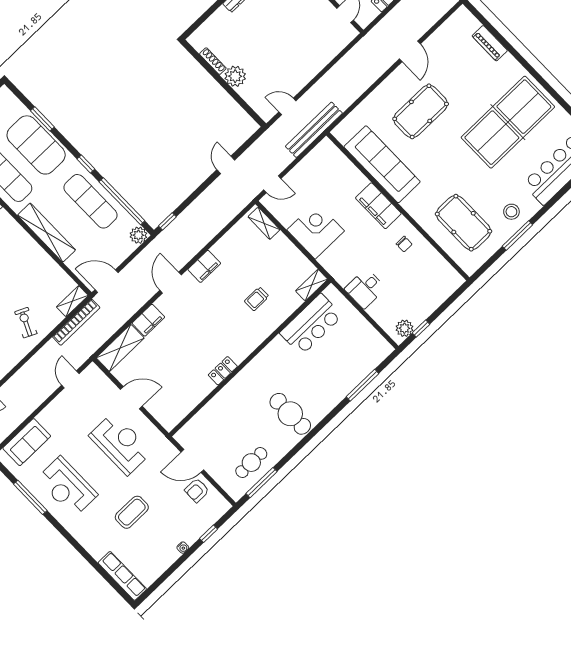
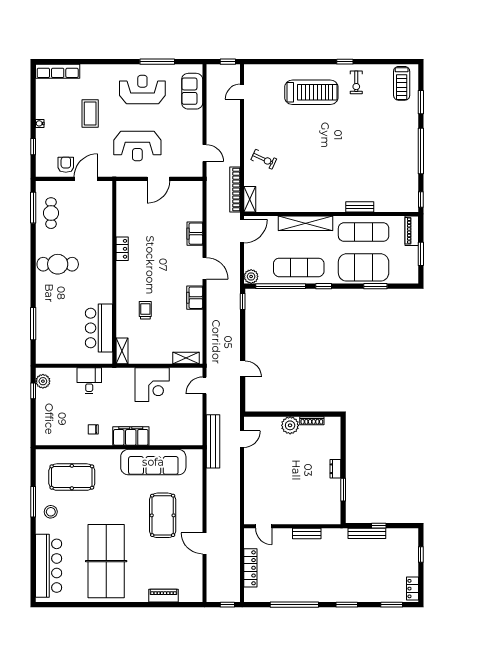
shelving: (120, 348) -> (195, 201), removed

